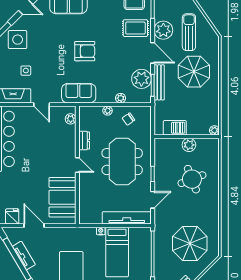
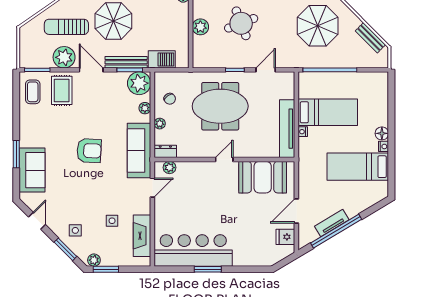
side table: (18, 40) -> (75, 230), width x0.54, depth x0.54
armchair: (85, 51) -> (89, 151), turned 93
door: (153, 53) -> (91, 70), hinge flipped
plant: (141, 79) -> (139, 83), moved
sofa: (79, 93) -> (139, 151), width x1.36
door: (42, 105) -> (152, 188), moved
barbecue: (175, 128) -> (162, 59), moved, turned 90
dresser: (84, 141) -> (165, 151), moved
door: (153, 200) -> (266, 70), hinge flipped
tv unit: (127, 218) -> (287, 129), moved

